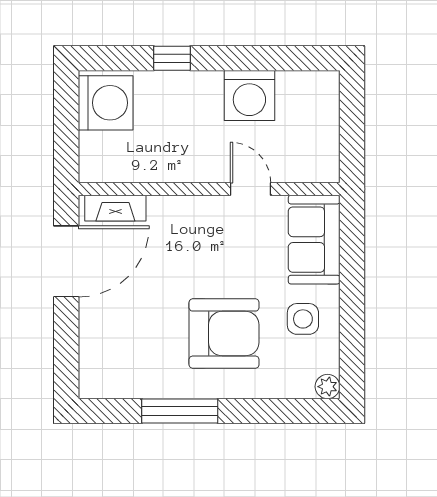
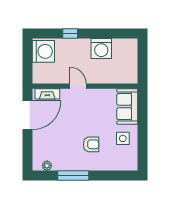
door: (251, 189) -> (78, 86), moved
armchair: (224, 334) -> (91, 144), width x0.53, depth x0.53
plant: (328, 387) -> (47, 166), moved

